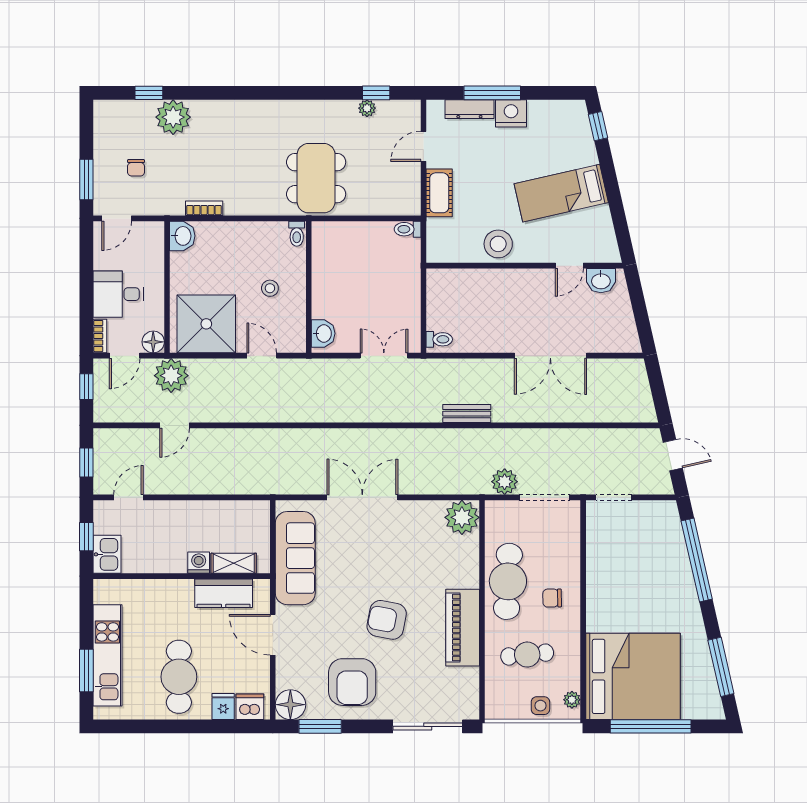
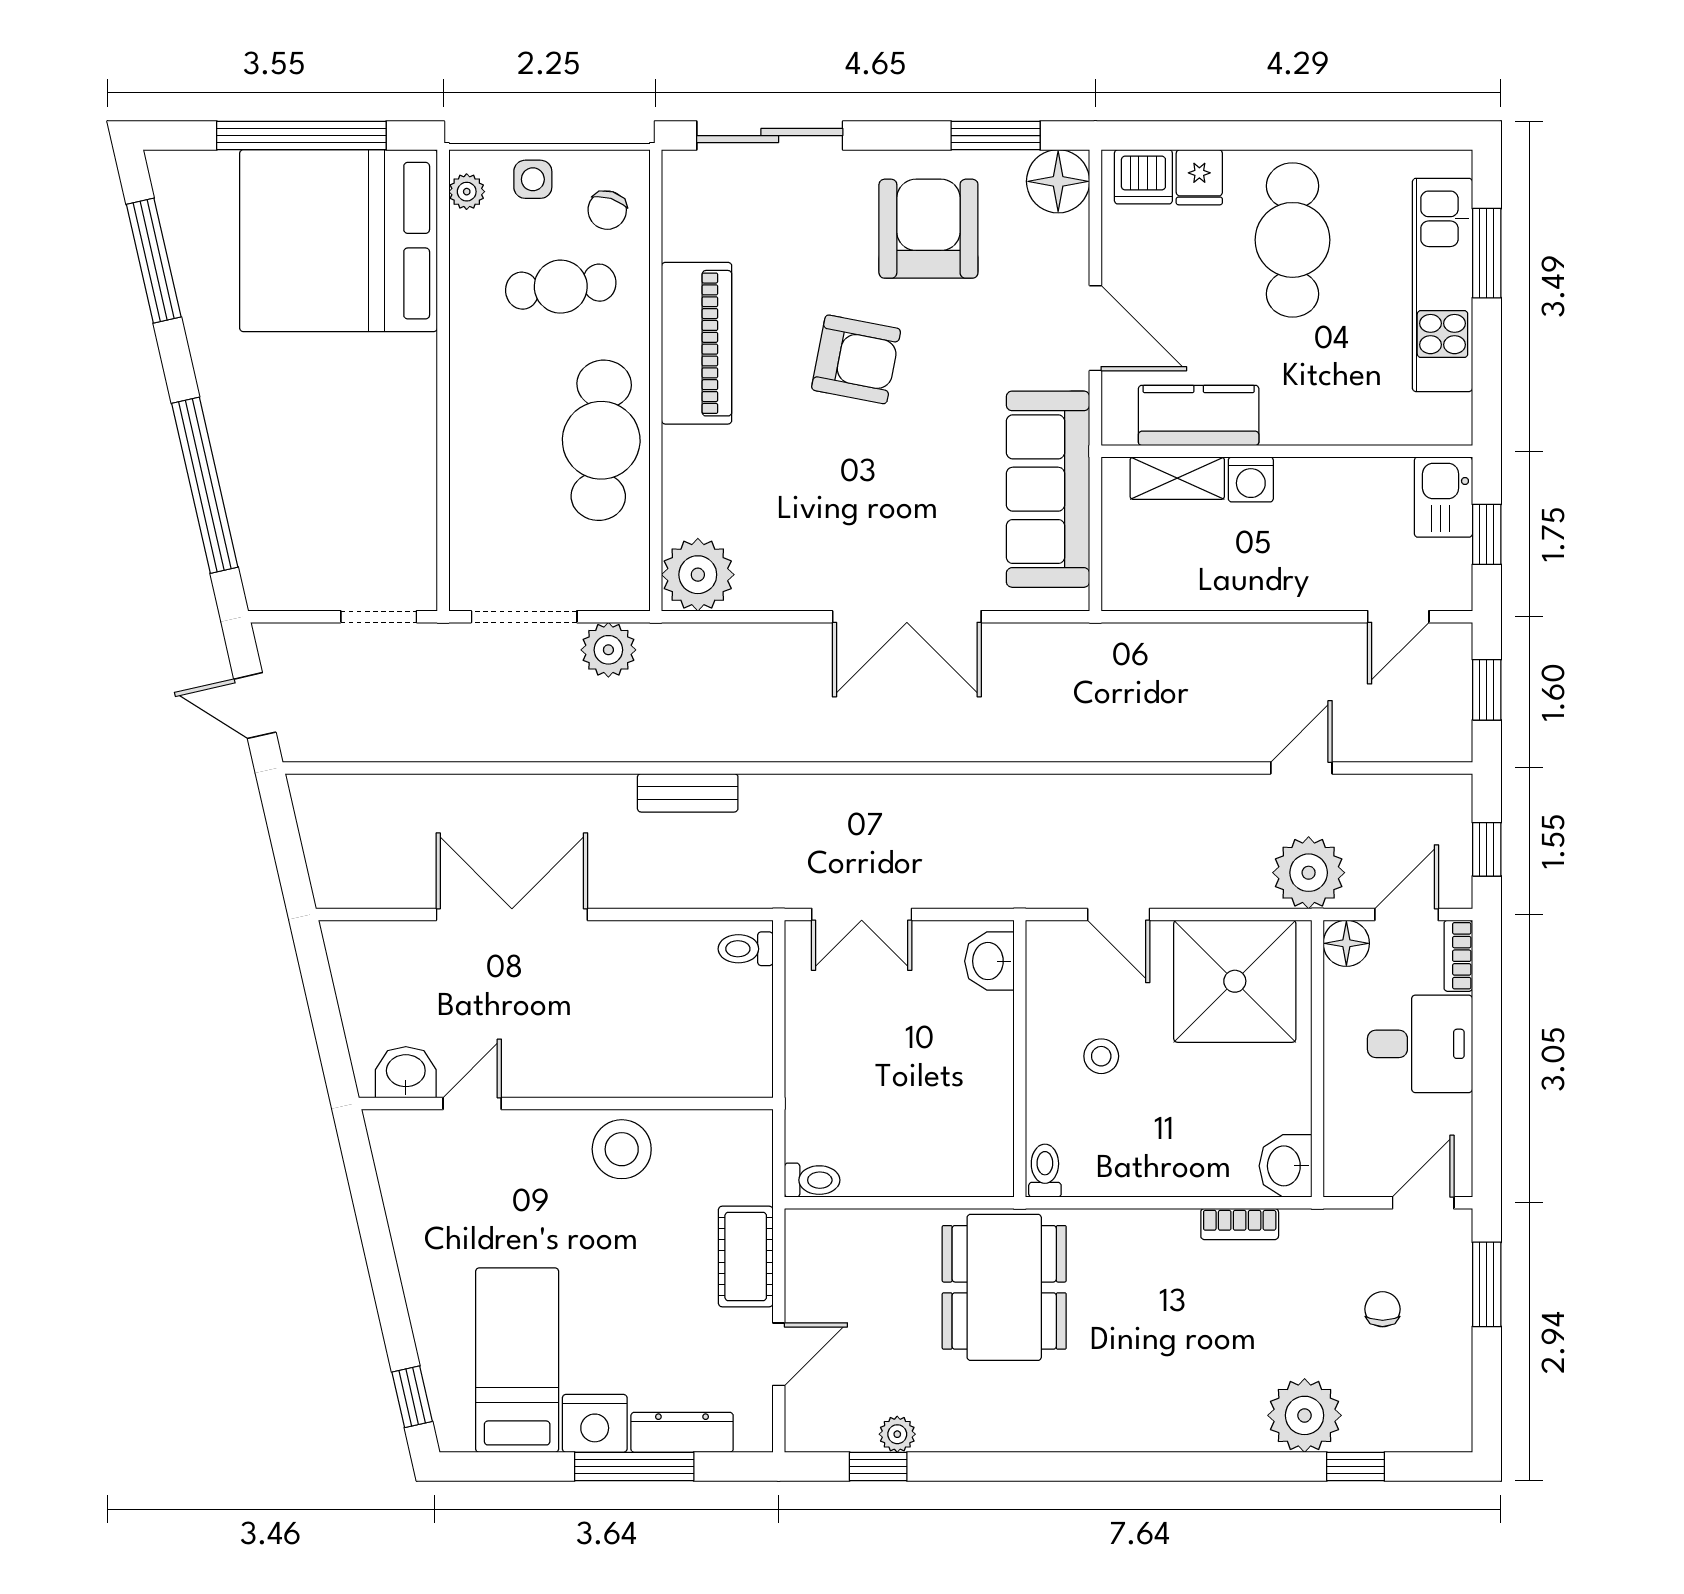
bed: (561, 193) -> (517, 1360), moved, turned -77
chair: (552, 598) -> (607, 210), moved, turned 108

